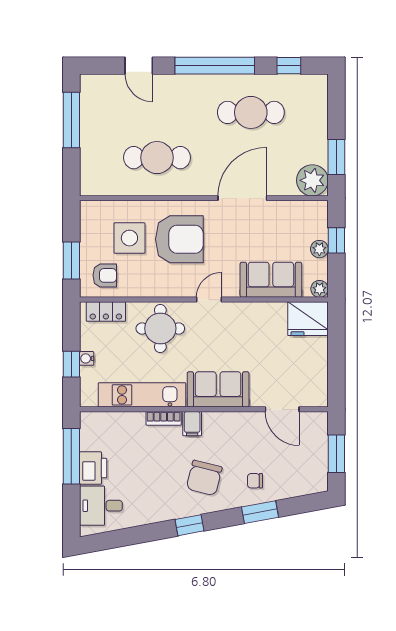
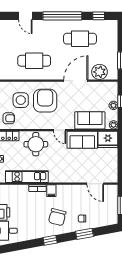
plant: (312, 180) -> (100, 72), moved
armchair: (179, 239) -> (45, 101), turned -90
door: (209, 300) -> (60, 130), swing flipped
sofa: (218, 389) -> (82, 140), moved, turned 180

